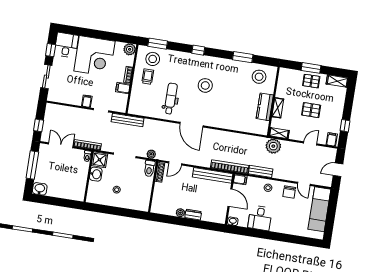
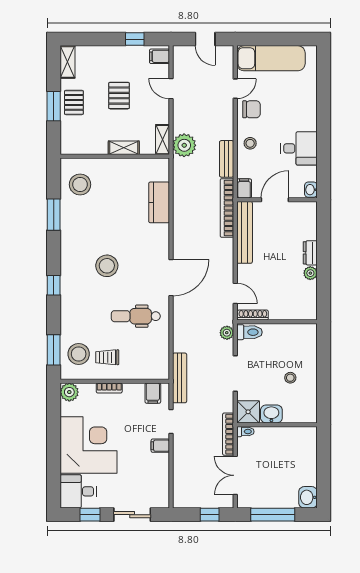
filing cabinet: (123, 88) -> (153, 393), moved
kitchen counter: (265, 107) -> (159, 202), moved, turned 90

